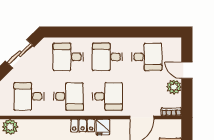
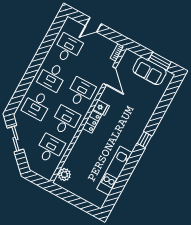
plant: (174, 87) -> (100, 41), removed
desk: (29, 96) -> (50, 149), turned 180

